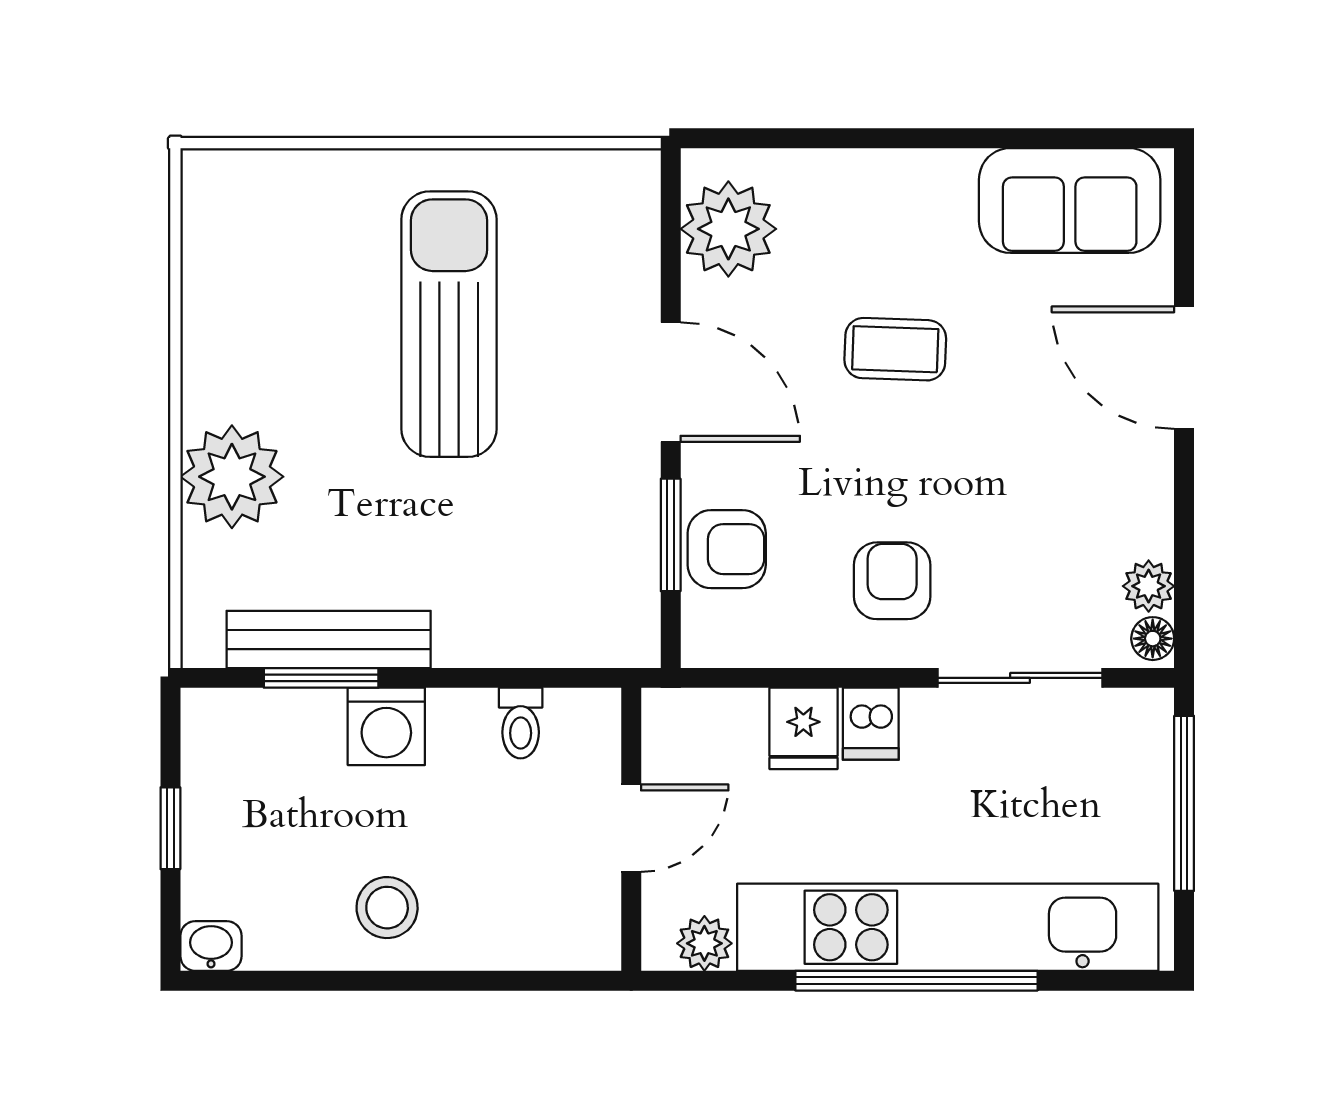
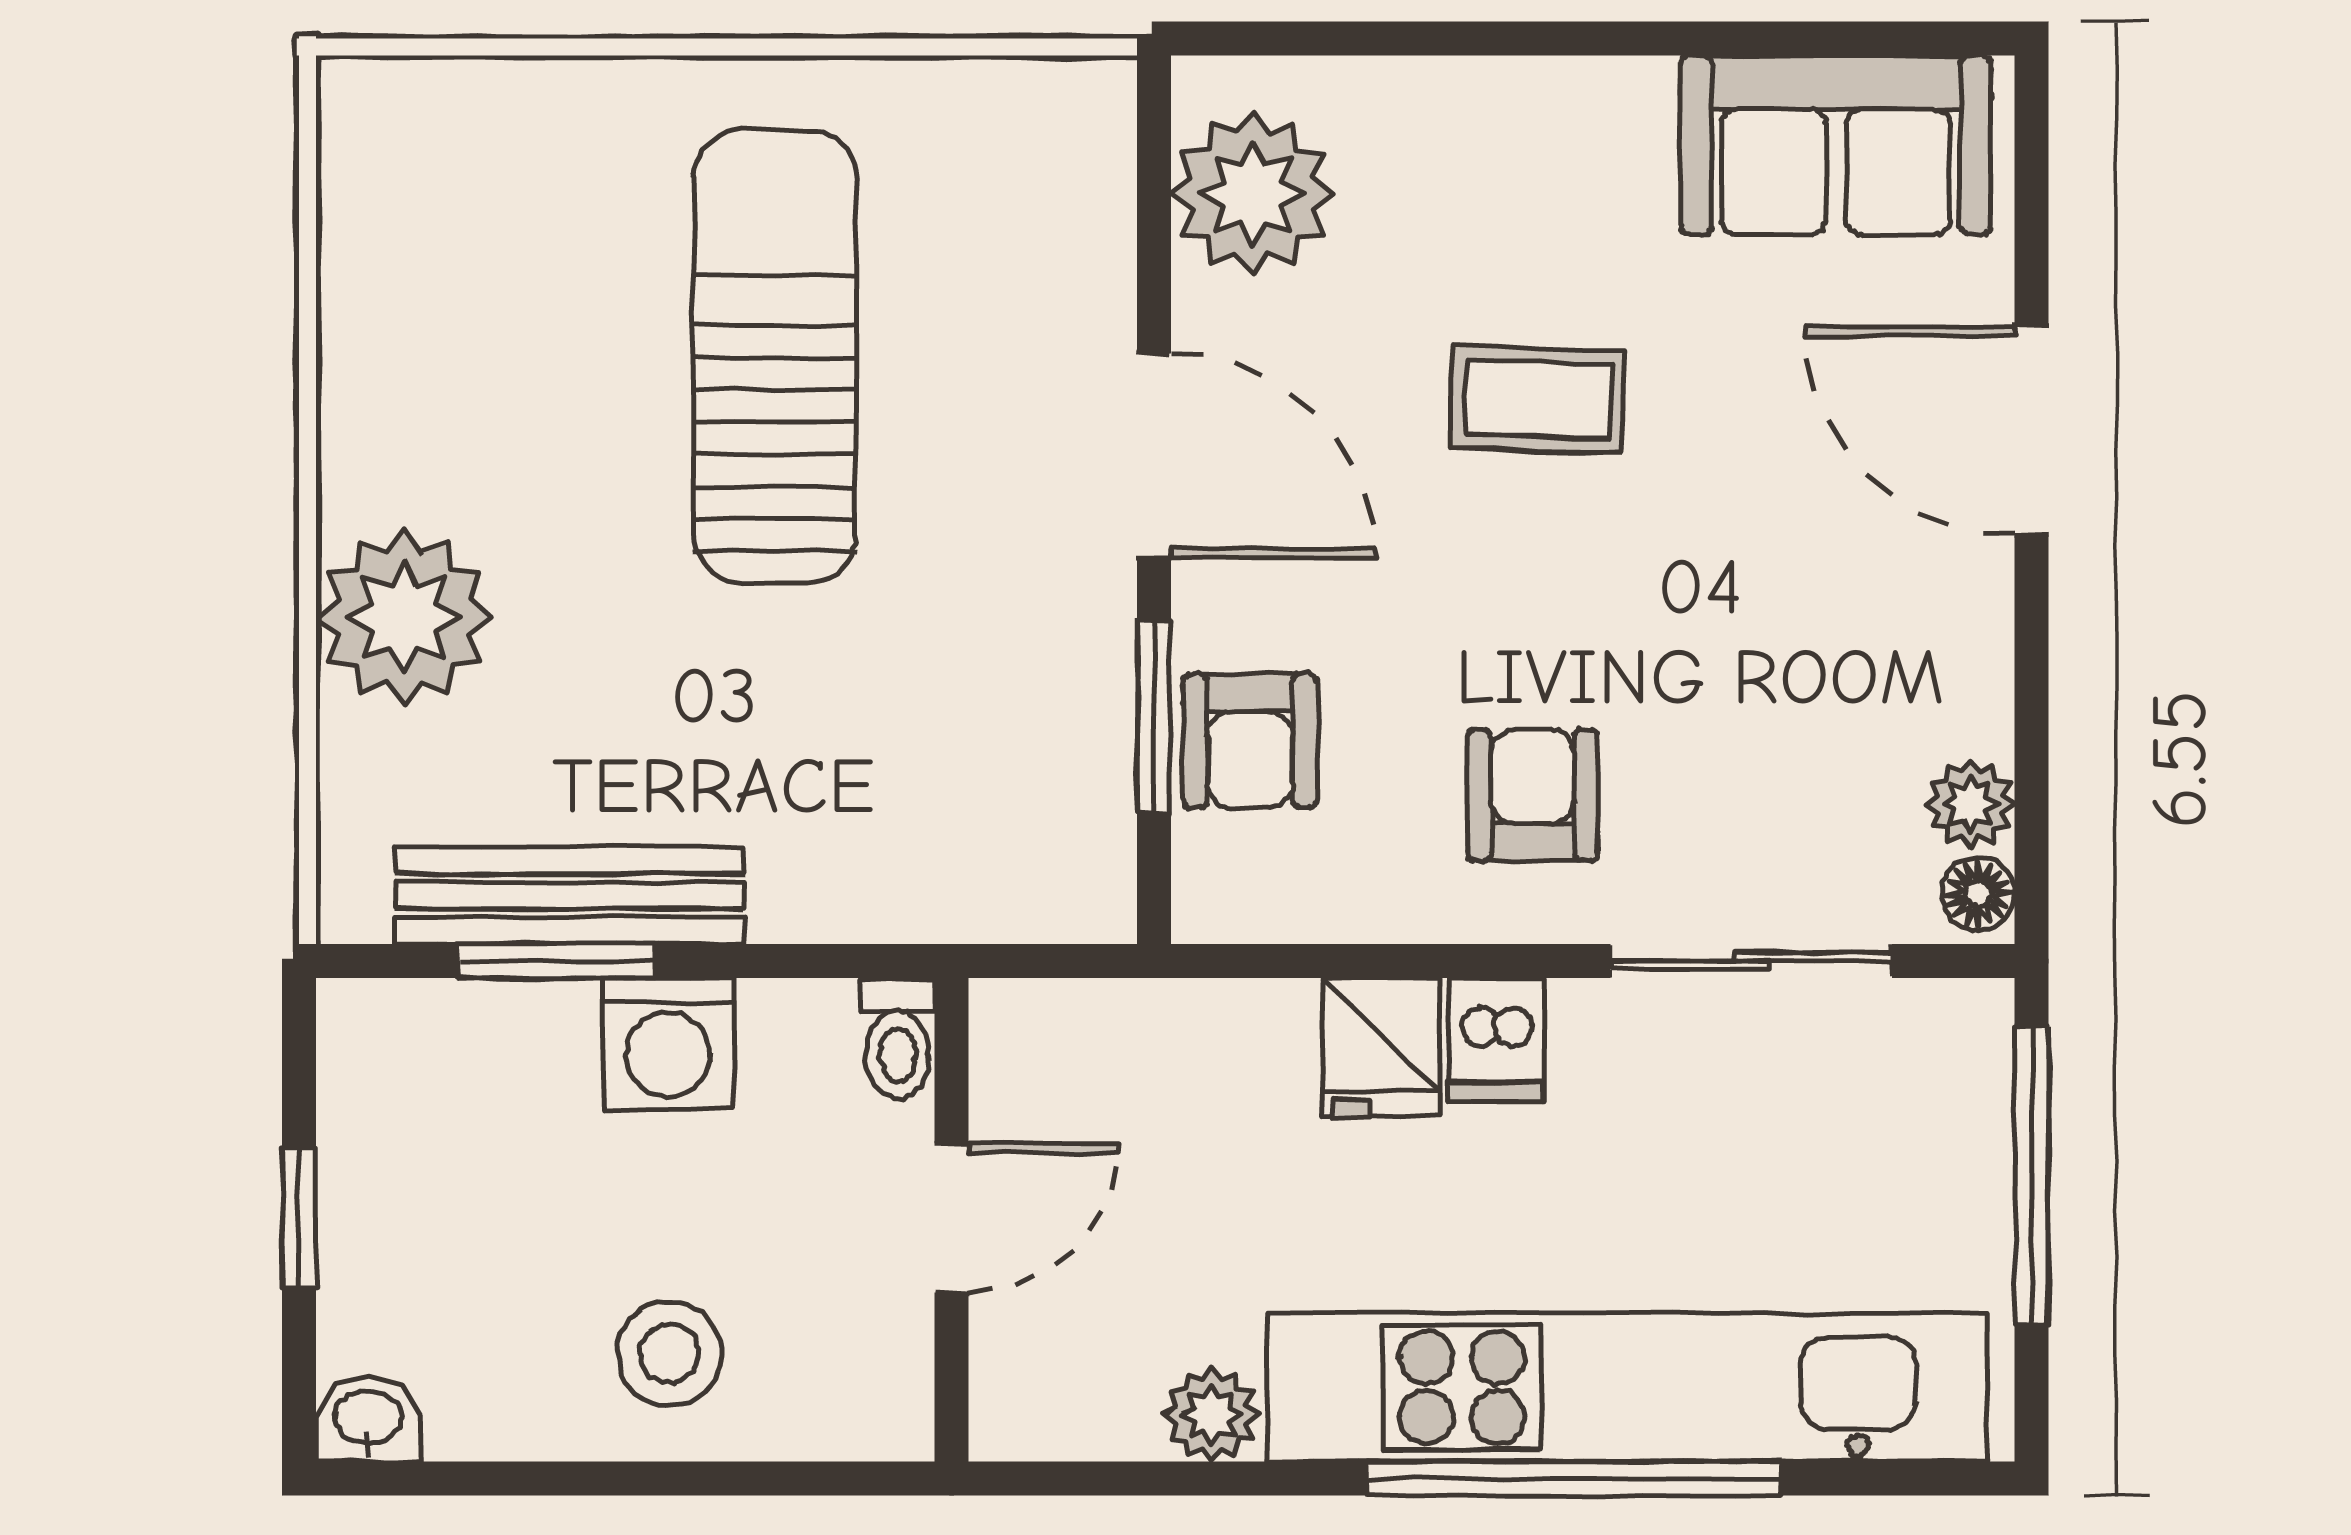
armchair: (727, 549) -> (1250, 741), turned 90
door: (631, 828) -> (952, 1218), moved
wall: (631, 829) -> (952, 1220), moved

